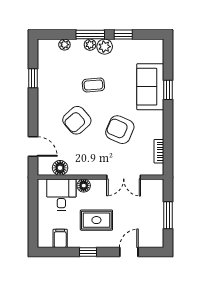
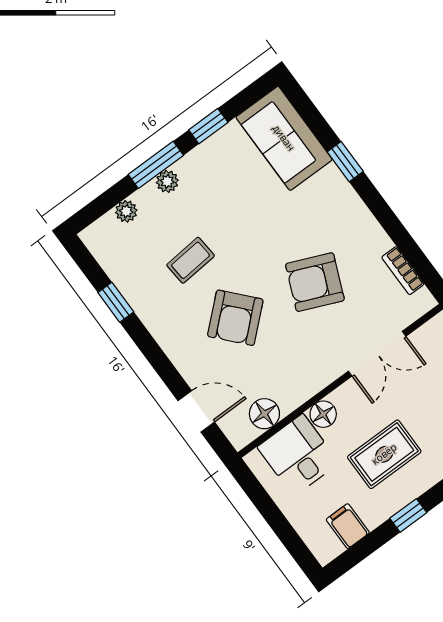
plant: (105, 47) -> (193, 167), removed
coffee table: (93, 85) -> (191, 260), moved
sofa: (150, 87) -> (284, 138), moved

